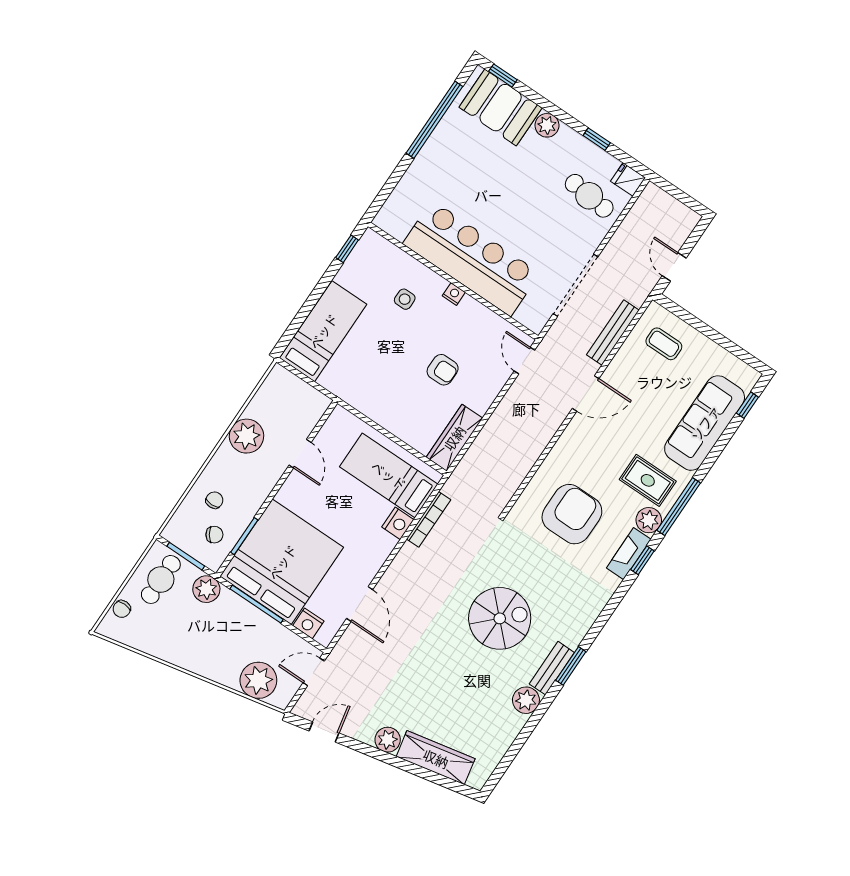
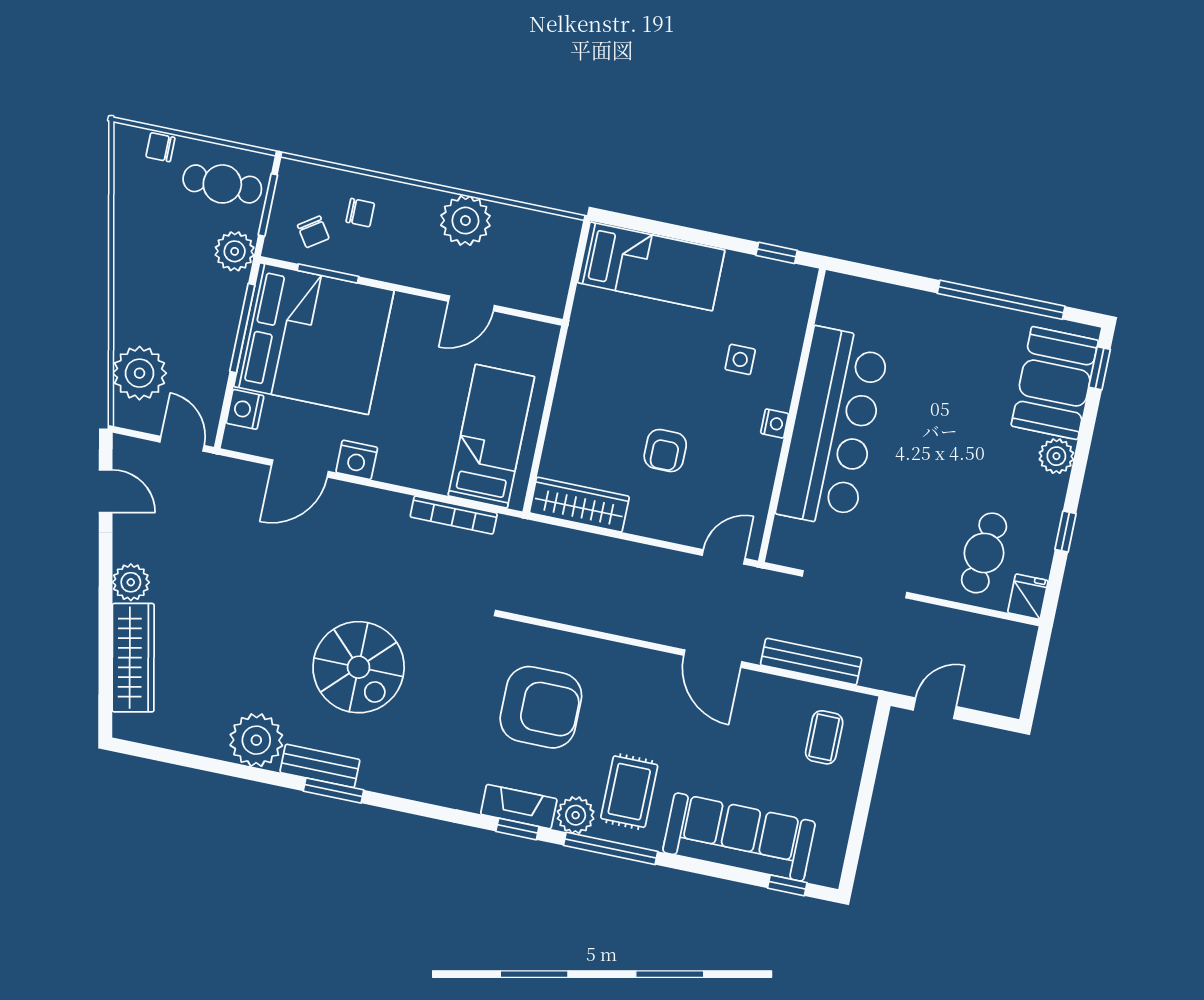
nightstand: (398, 523) -> (357, 460), moved
plant: (526, 700) -> (256, 740), width x1.36, depth x1.36

